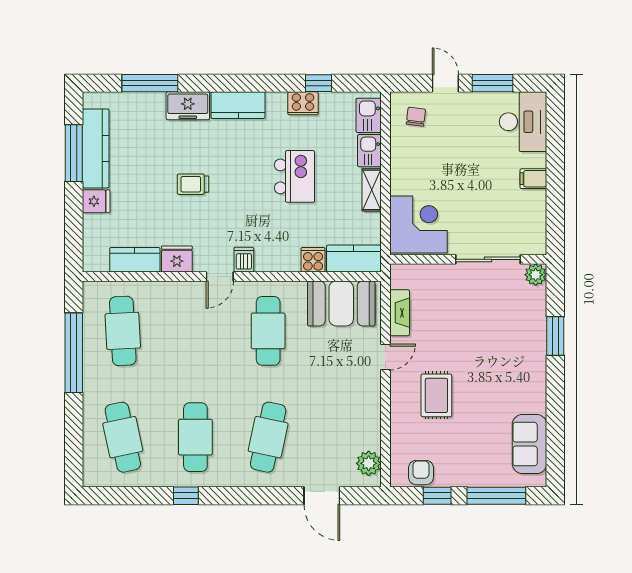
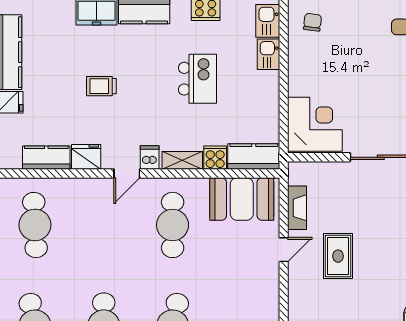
shelving: (372, 190) -> (182, 160), moved, turned 90
rug: (436, 395) -> (338, 256), moved

